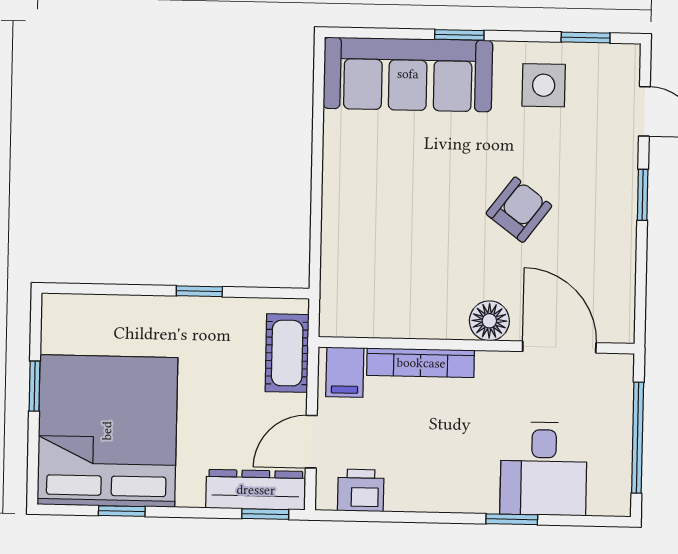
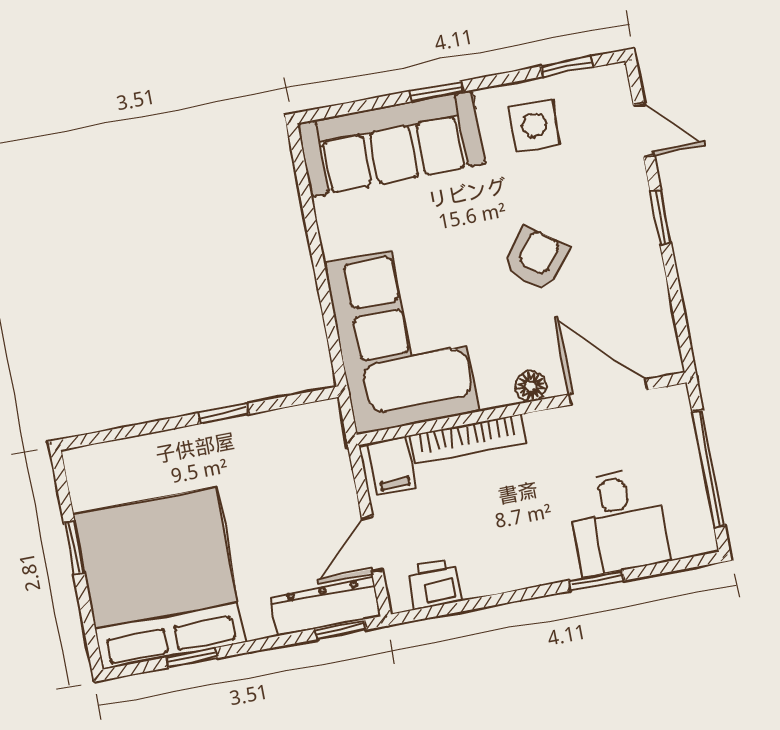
corner sofa: (379, 255) -> (401, 337), added
floor lamp: (489, 321) -> (531, 386), width x0.73, depth x0.73
cot: (287, 353) -> (328, 458), removed

